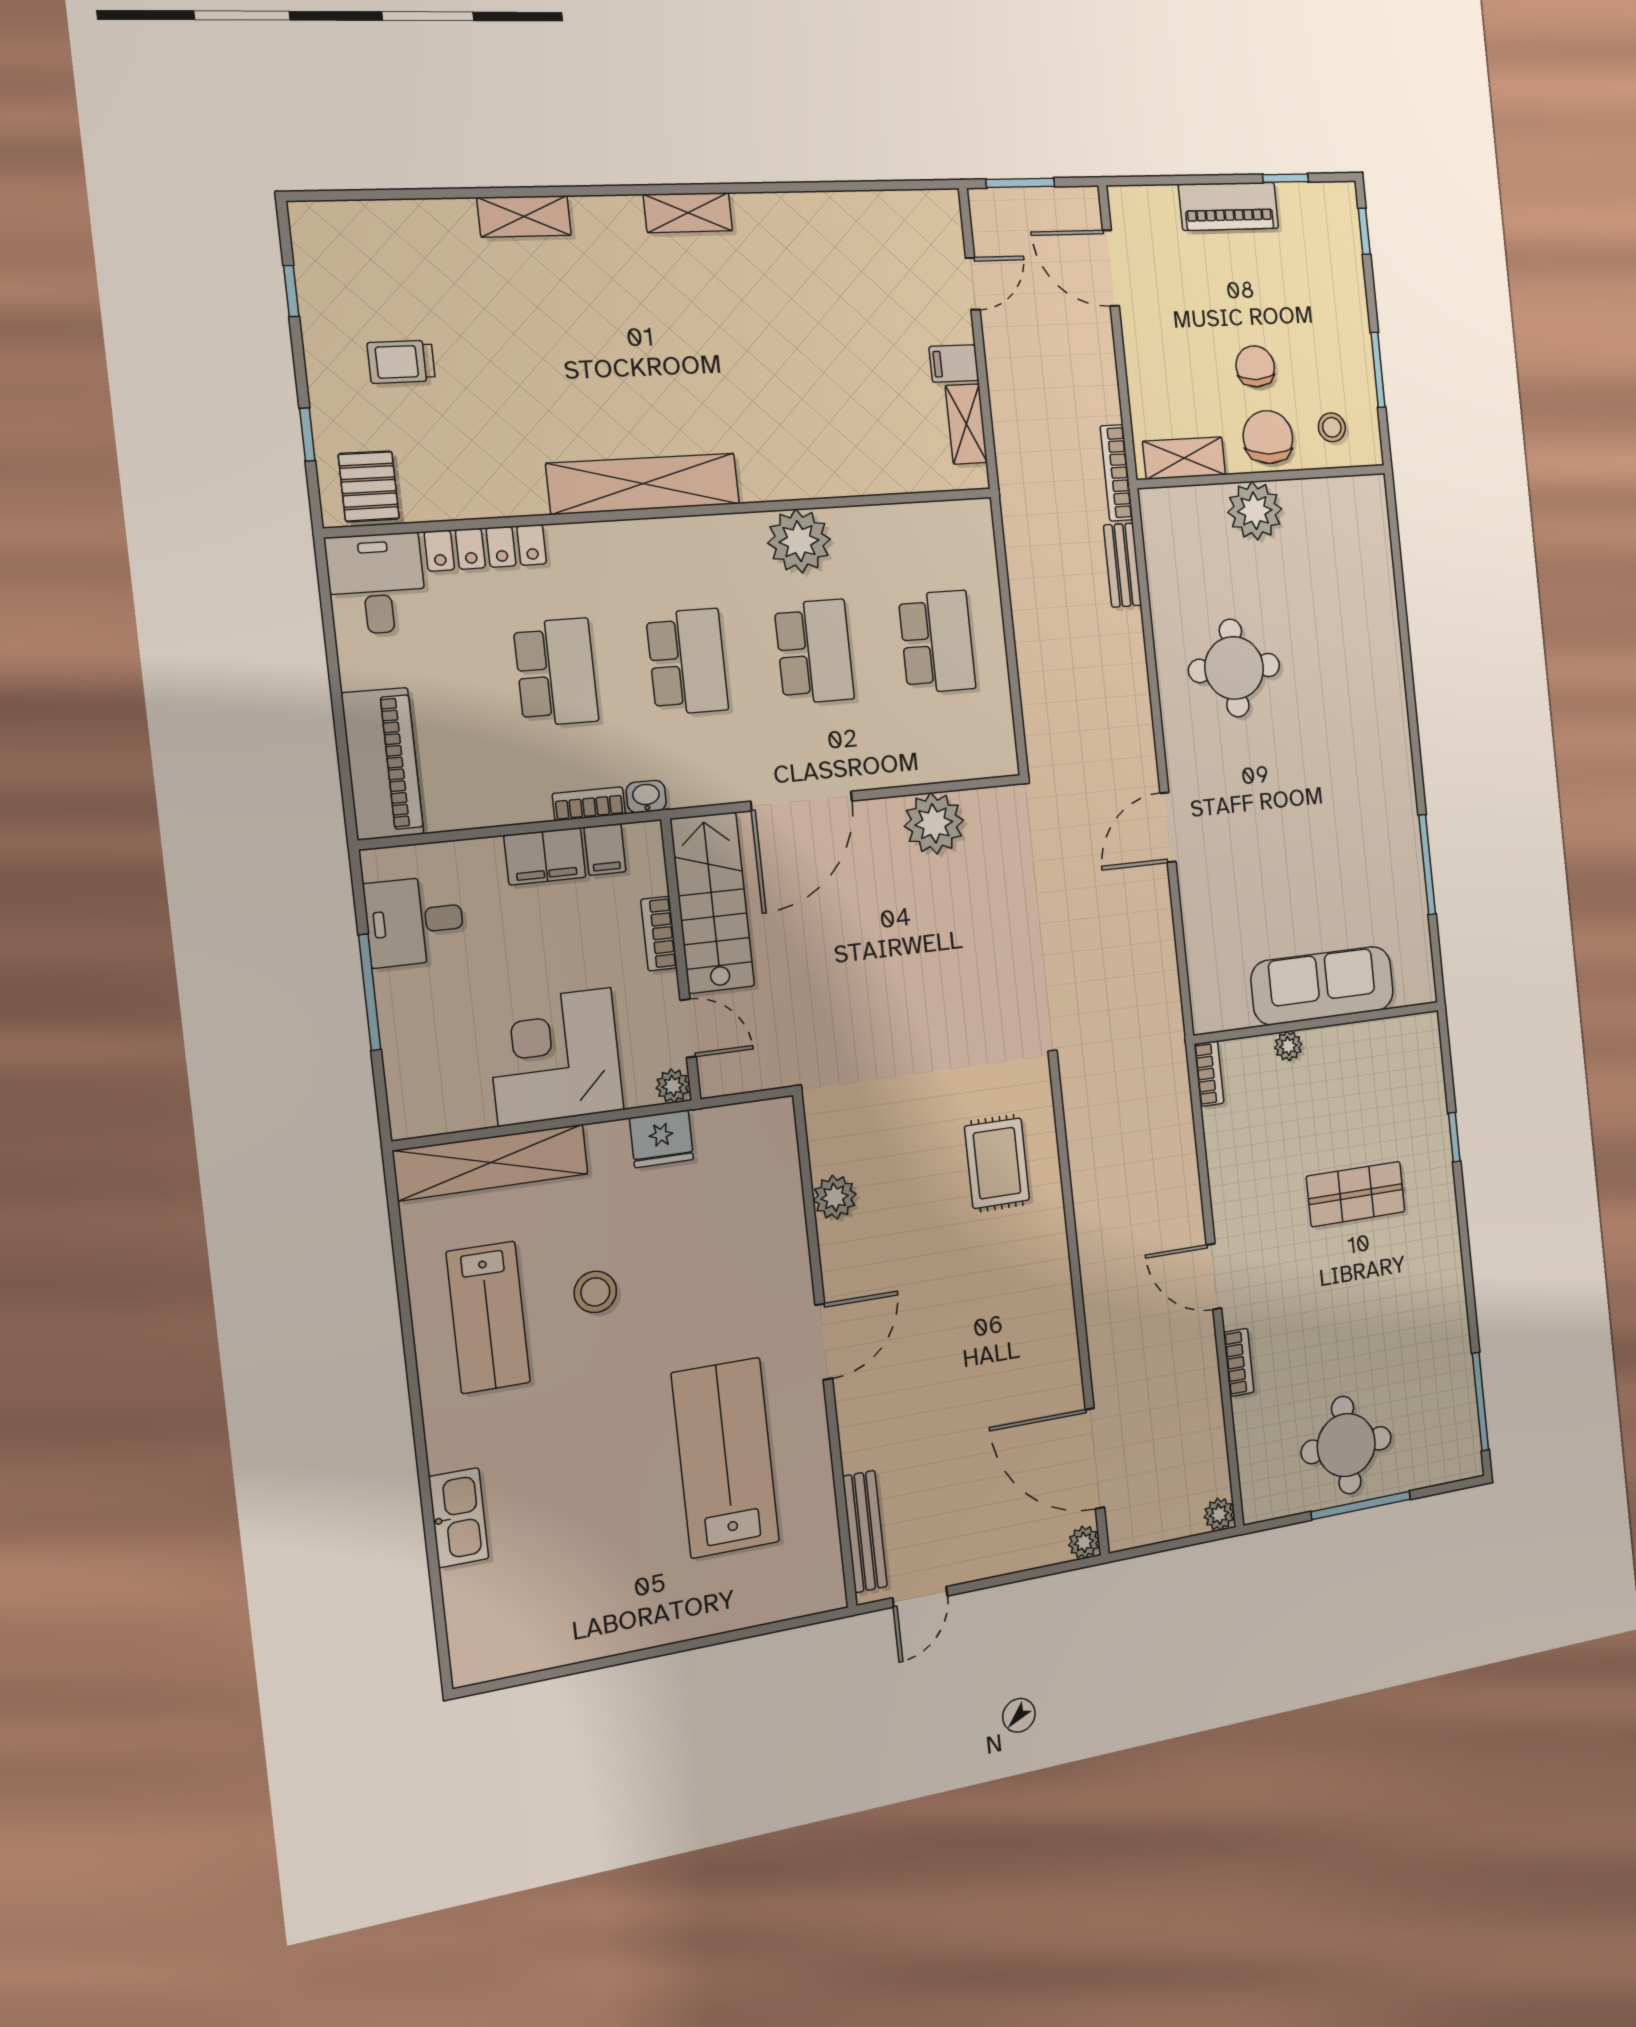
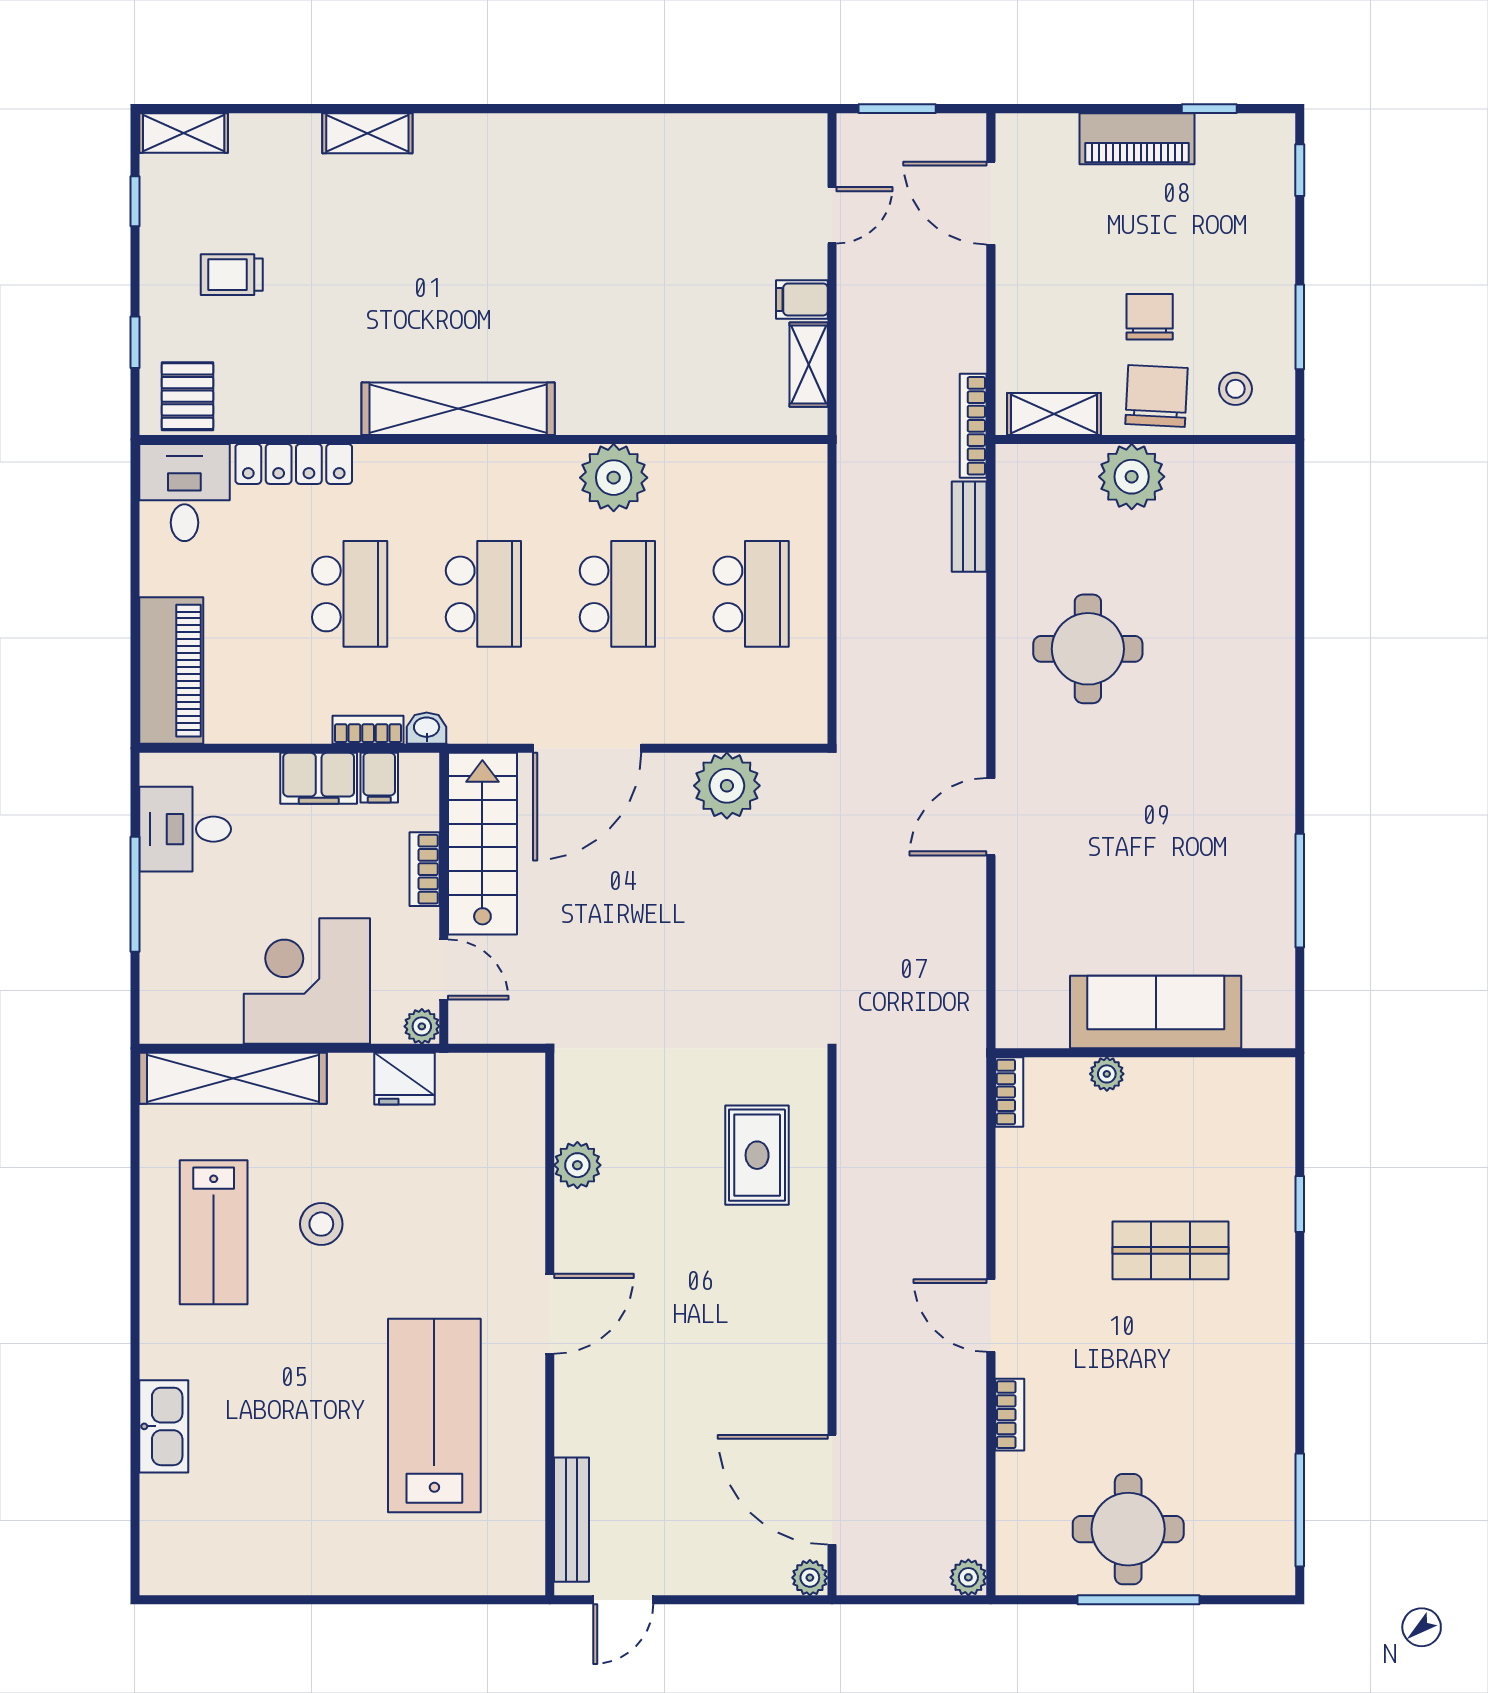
shelving: (688, 213) -> (184, 133), moved

